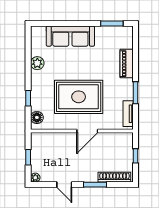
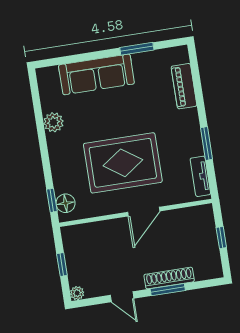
window: (112, 23) -> (137, 49), moved
piano: (127, 64) -> (184, 86), moved
window: (28, 98) -> (52, 200), moved
shoe rack: (114, 177) -> (169, 278), moved

